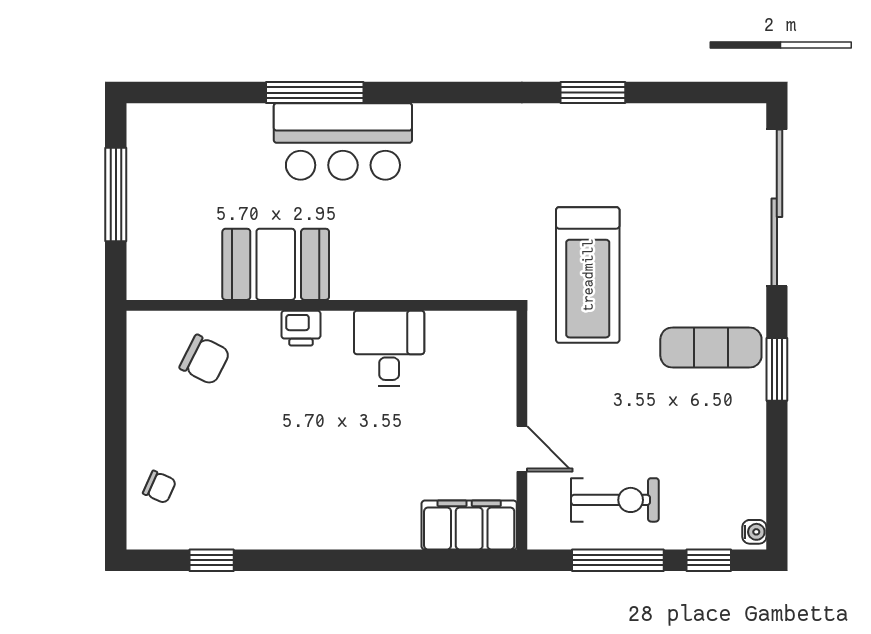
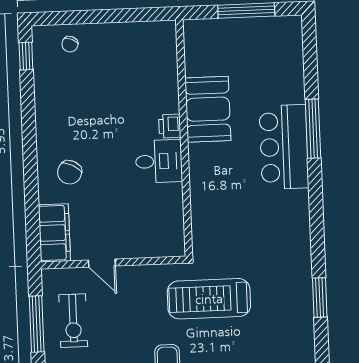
desk: (389, 348) -> (159, 161), moved
chair: (205, 360) -> (70, 172), moved
door: (522, 449) -> (102, 263), hinge flipped
window: (212, 560) -> (26, 56), moved

